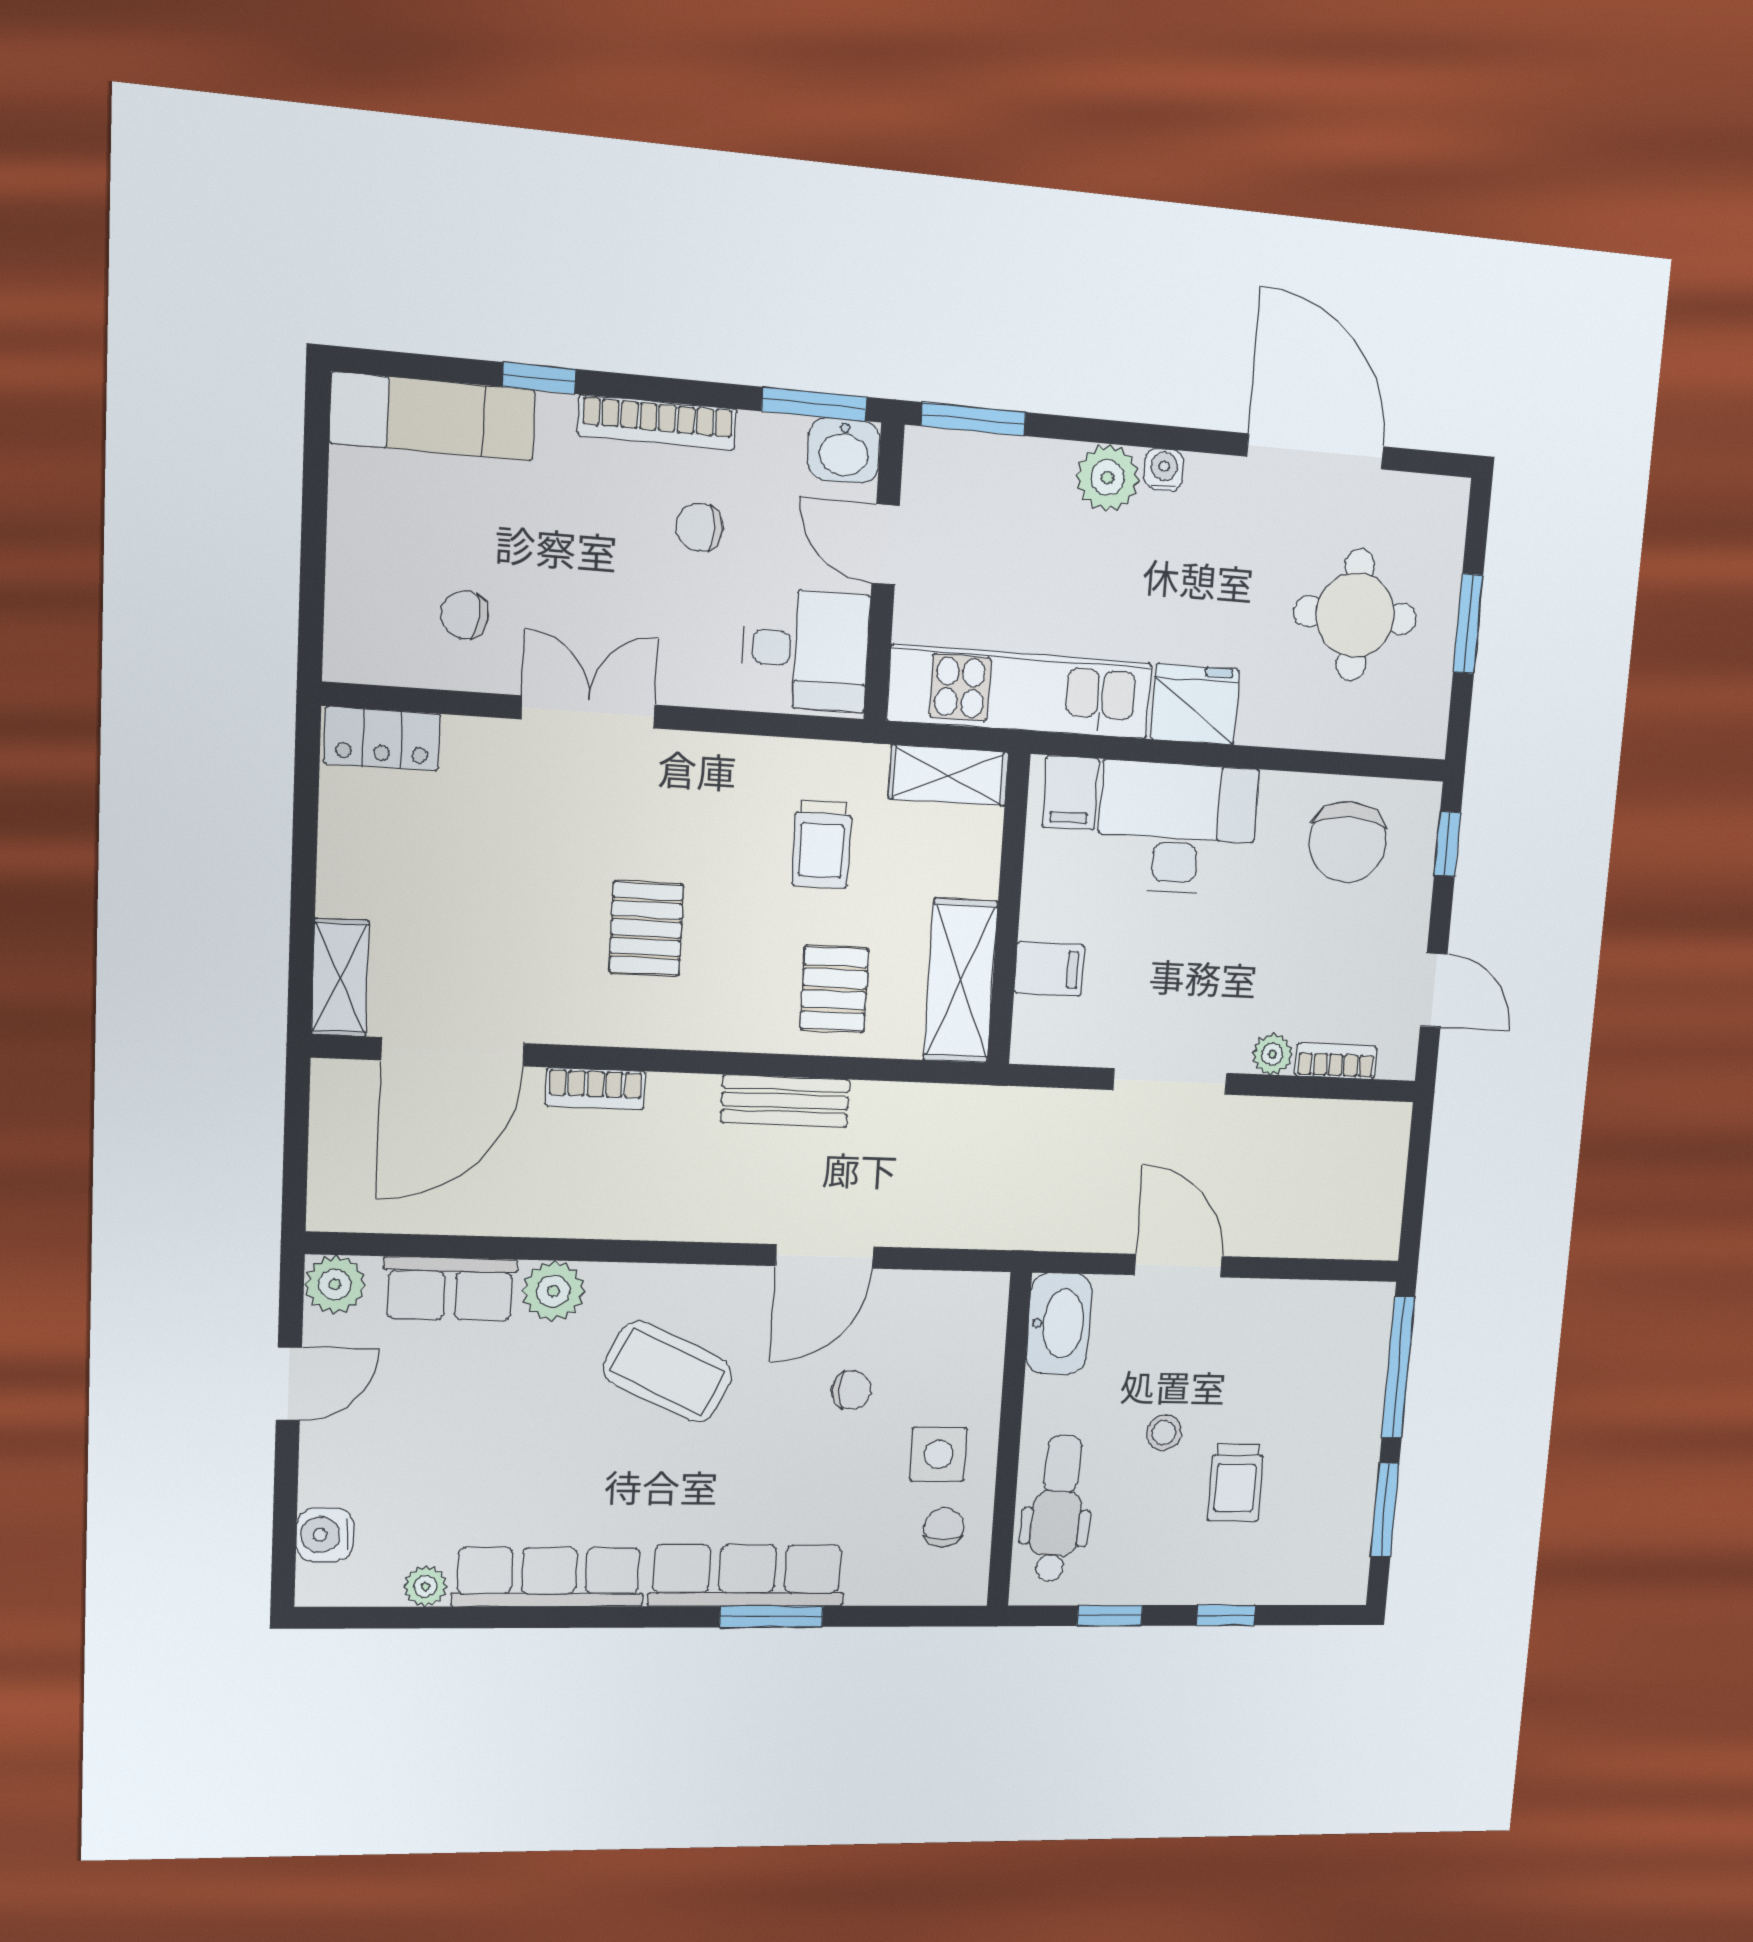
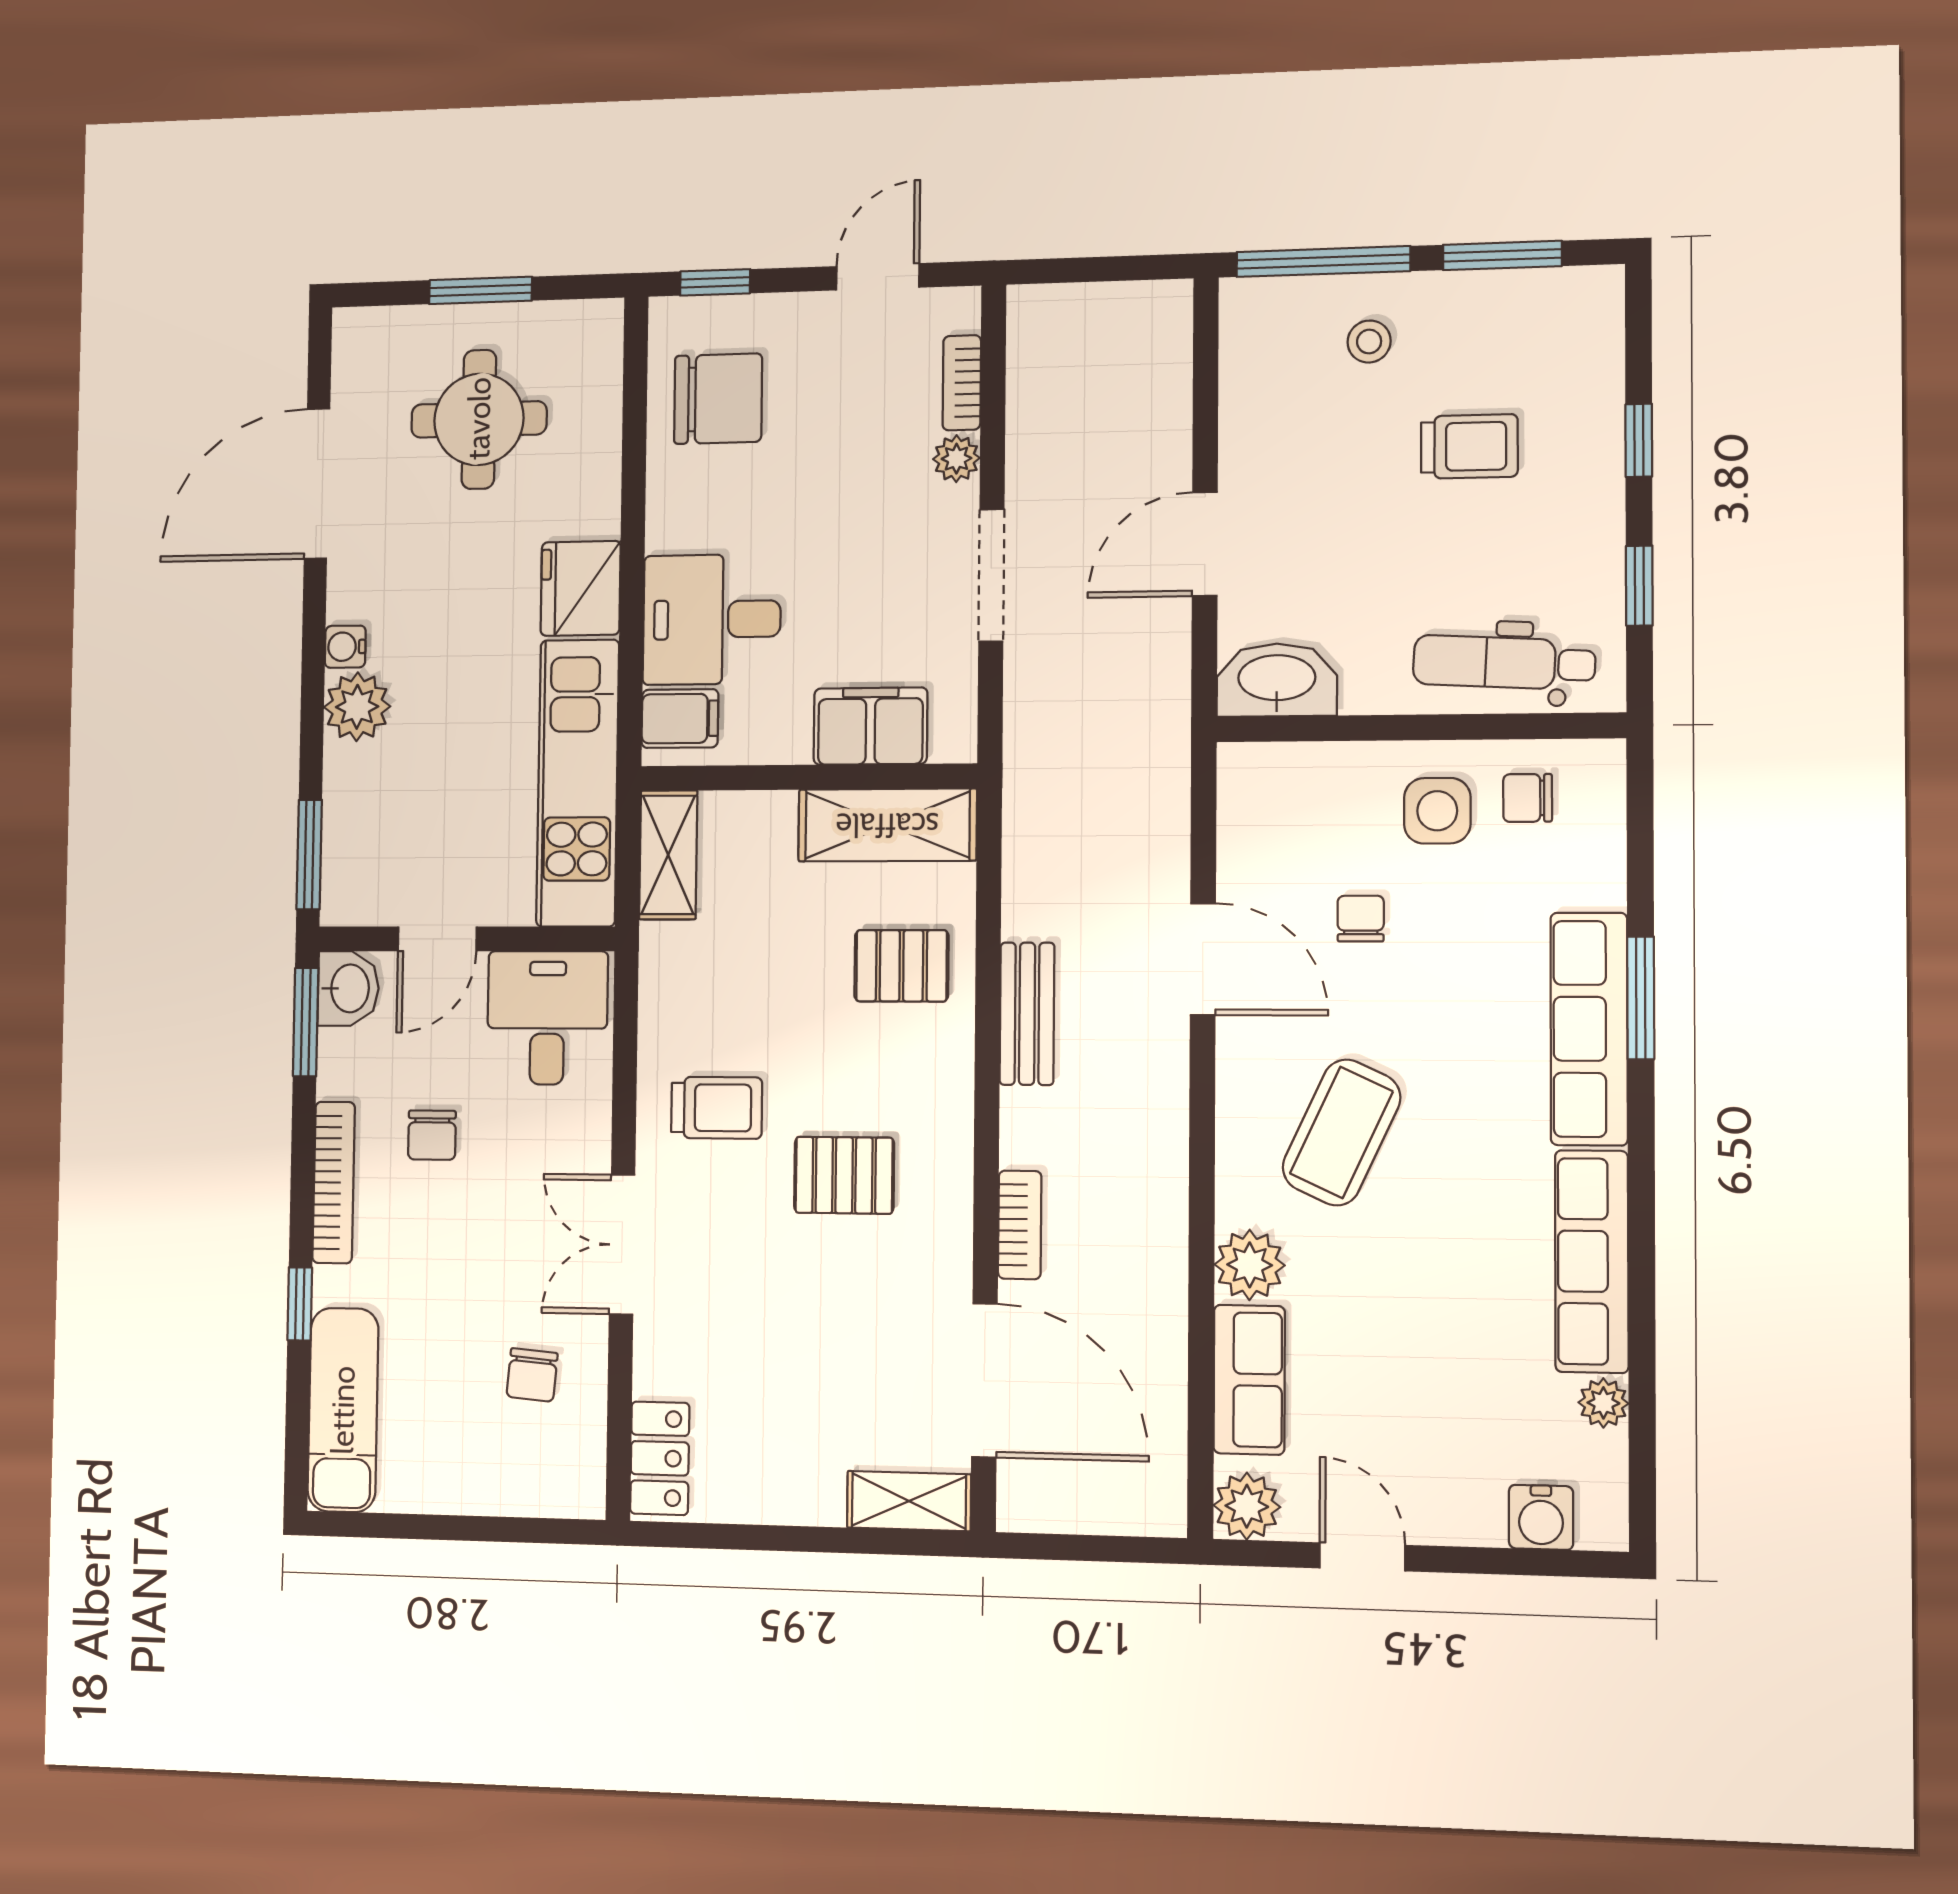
desk: (1177, 828) -> (712, 619), width x0.73
trolley: (822, 844) -> (717, 1108), moved
filing cabinet: (1049, 969) -> (870, 726), width x2.00
stool: (1164, 1433) -> (1369, 342), moved

